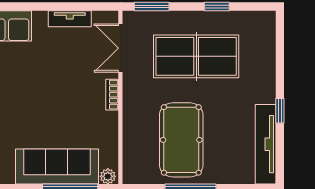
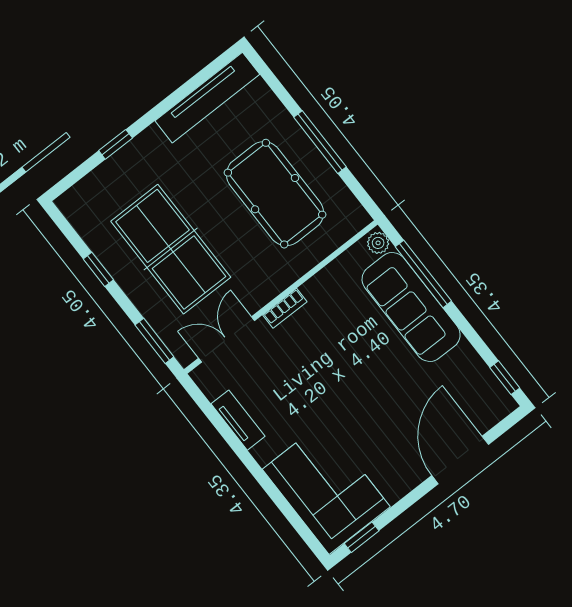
double door: (120, 48) -> (227, 339), swing flipped
window: (280, 111) -> (116, 144), moved
pool table: (181, 140) -> (275, 194), turned 90

